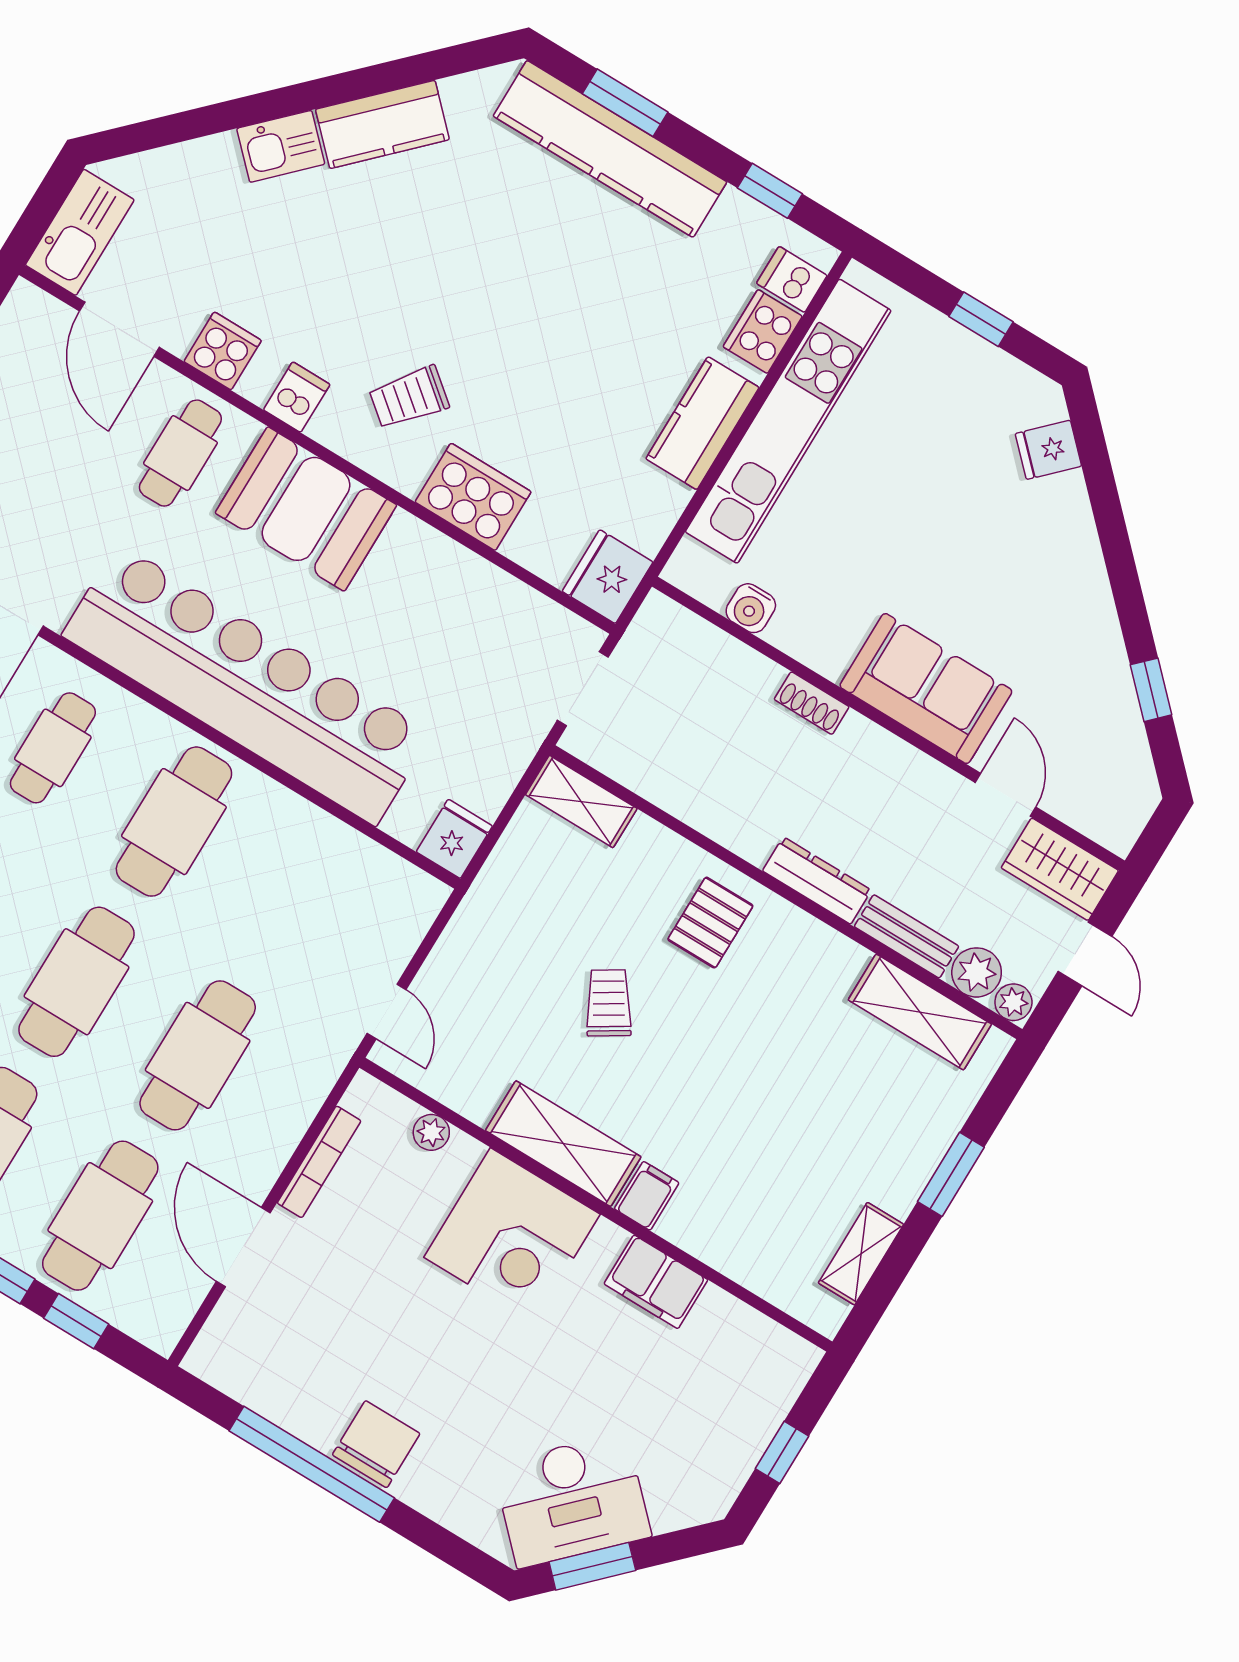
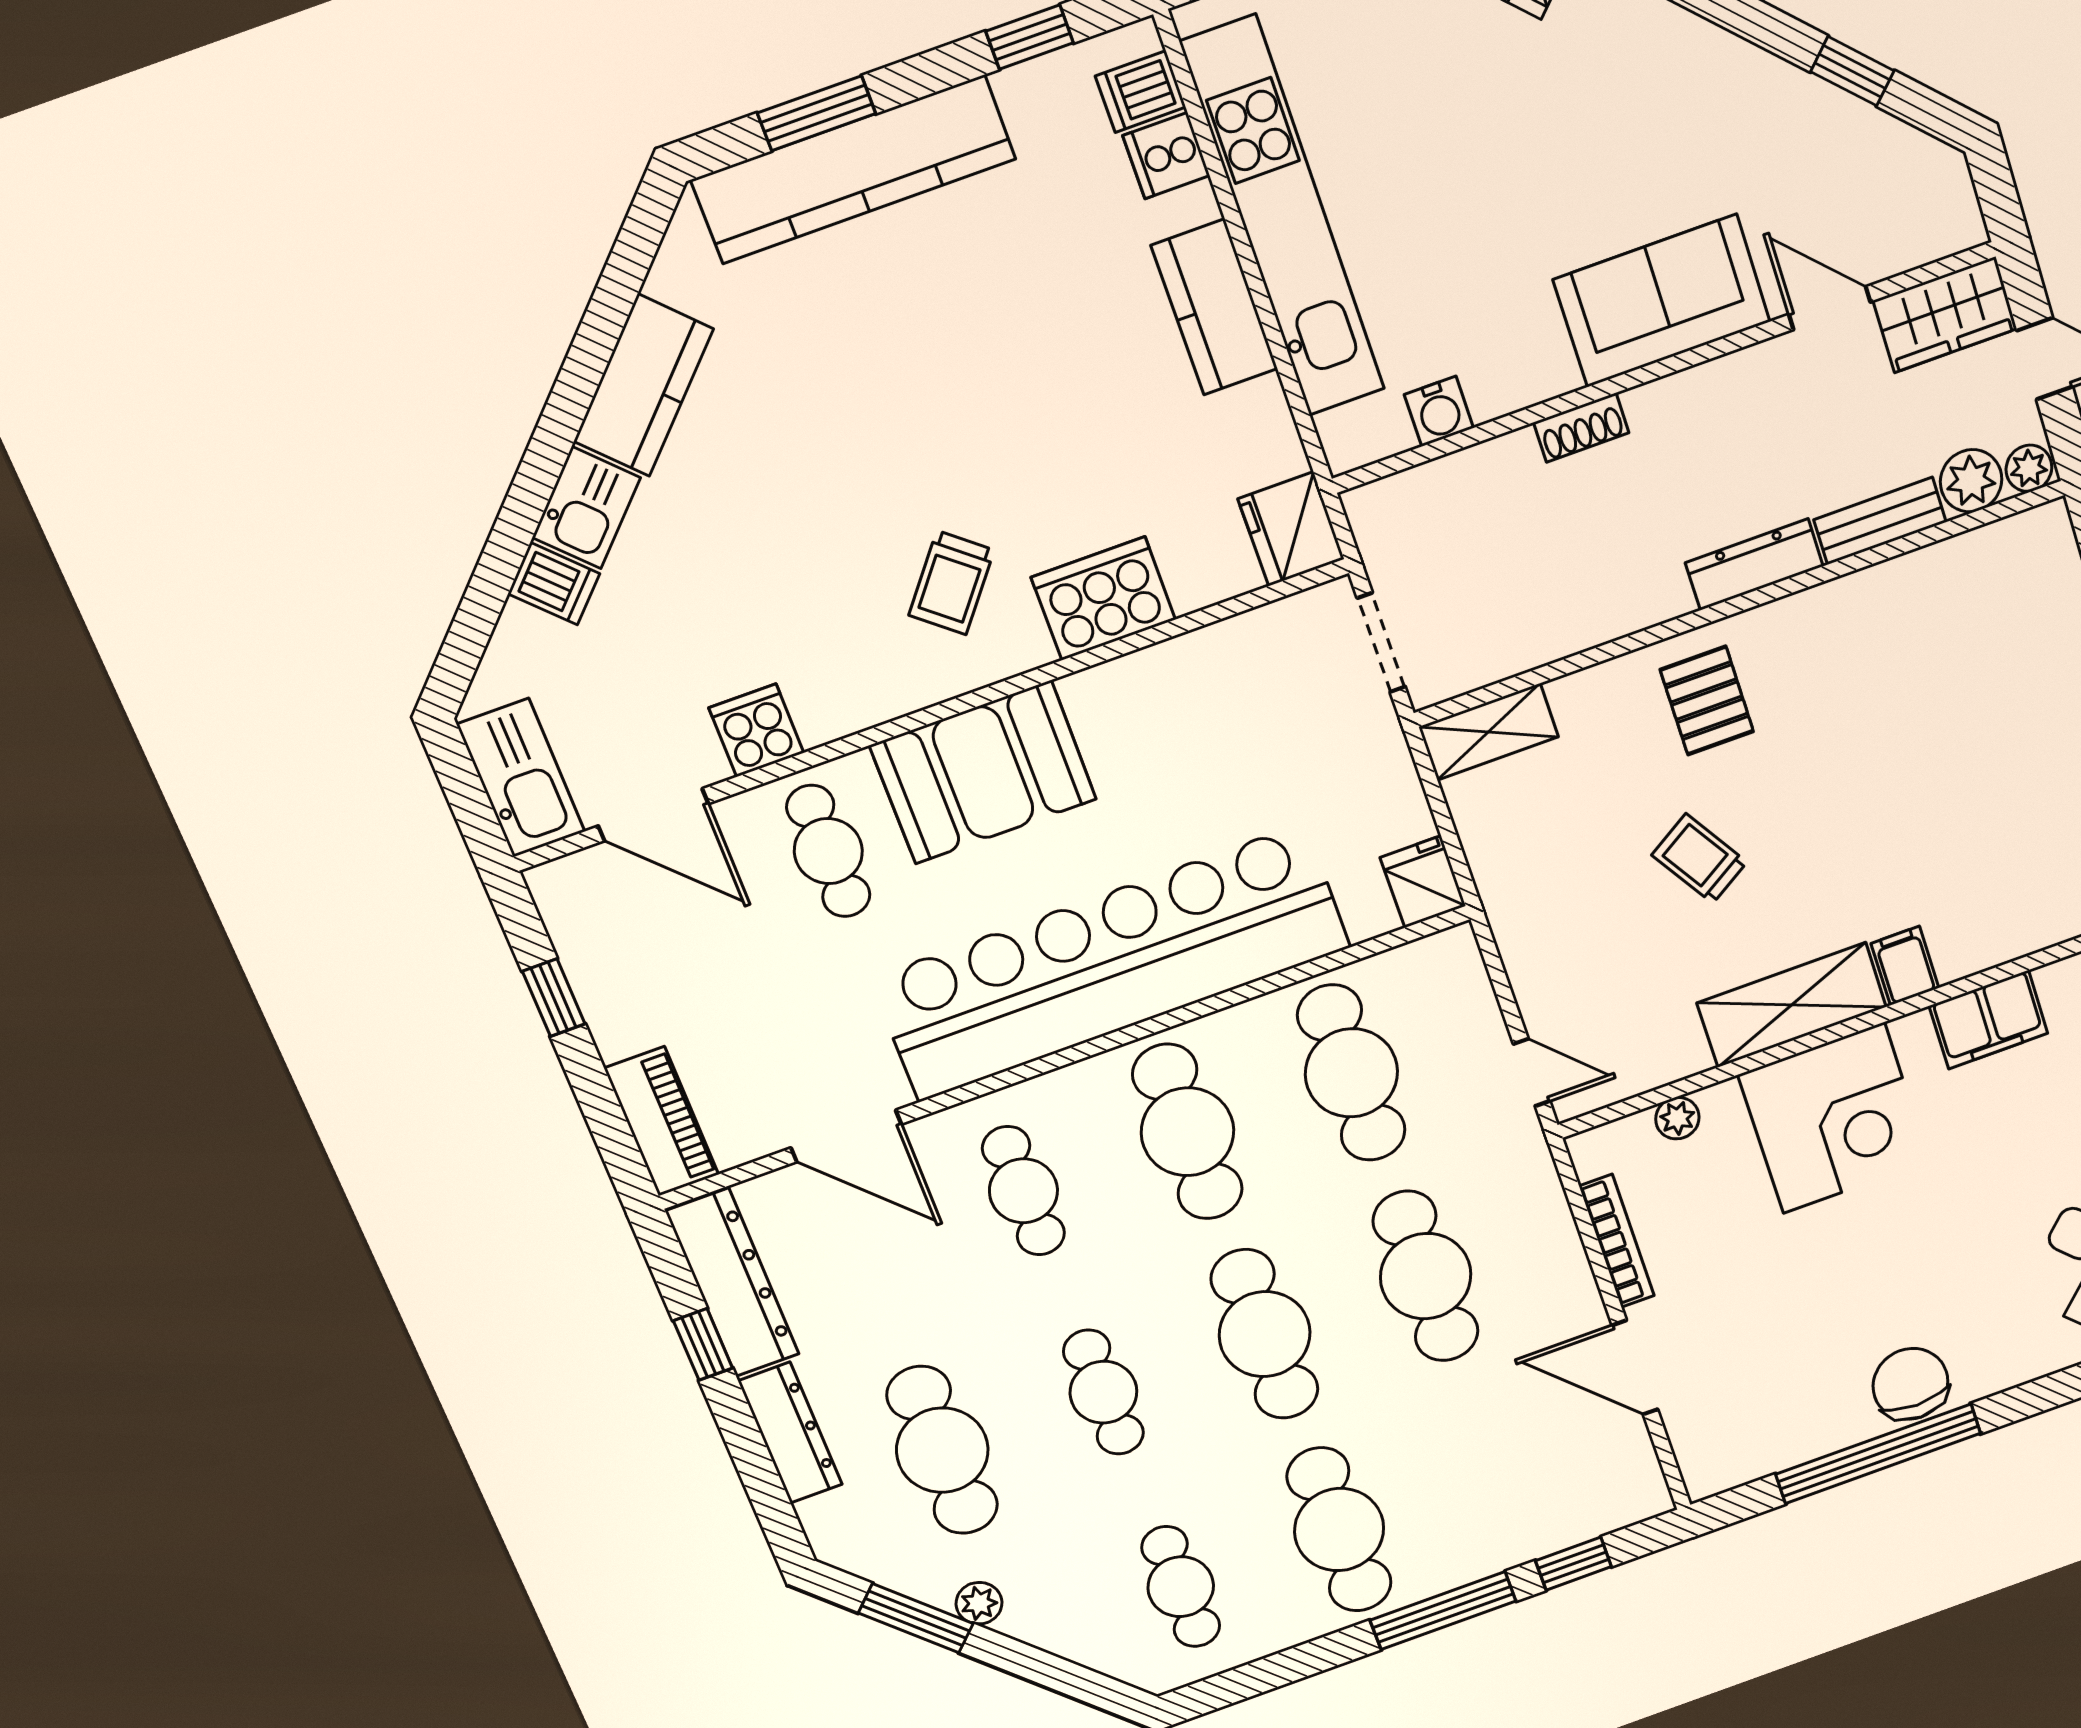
cooker: (763, 332) -> (1166, 156), width x0.73
dishwasher: (297, 397) -> (554, 584), moved, turned 135
shelving: (920, 1012) -> (1960, 567), removed
cafe table: (100, 1216) -> (1351, 1073), moved

